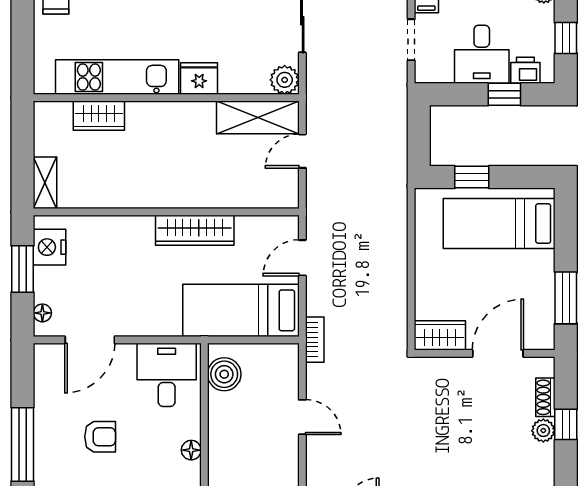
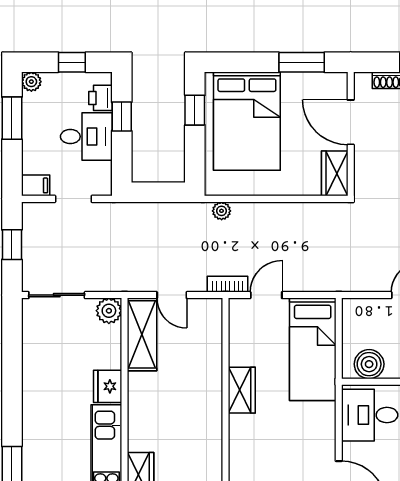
window: (472, 177) -> (195, 110), moved
plant: (398, 207) -> (222, 211), added
bed: (499, 223) -> (247, 121), width x1.50
wardrobe: (195, 230) -> (242, 390), width x0.67
door: (302, 258) -> (266, 295), swing flipped
bookcase: (315, 340) -> (228, 284), moved

